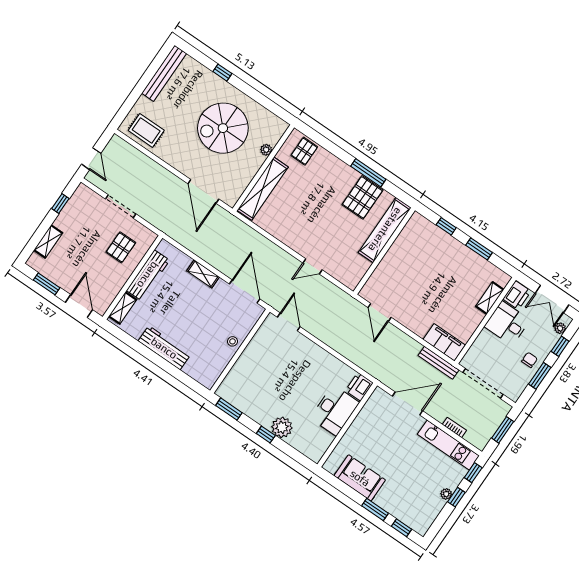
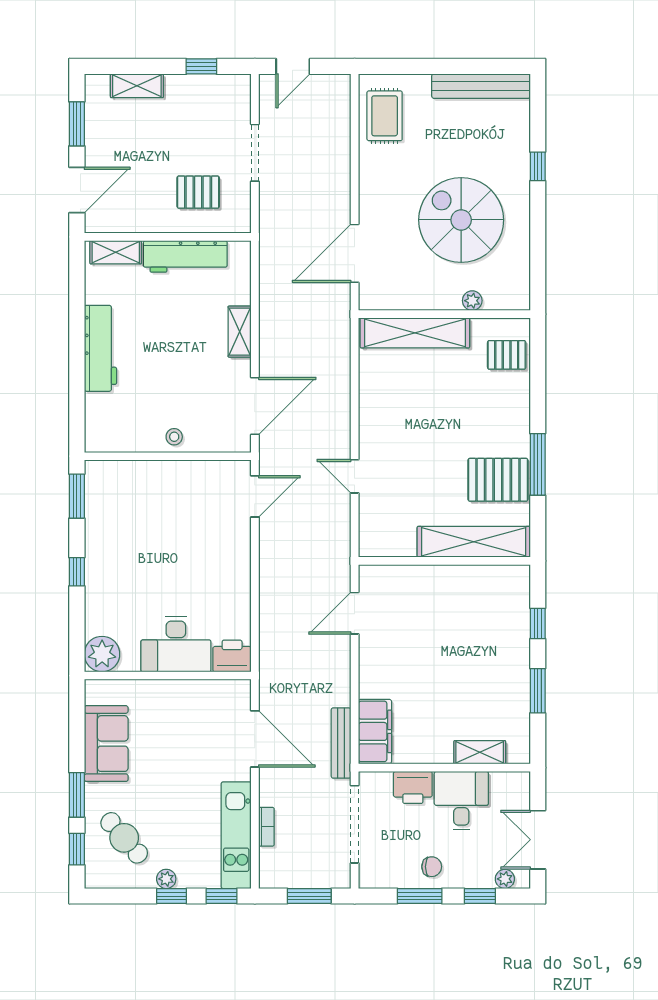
printer: (517, 295) -> (413, 787), moved
plant: (282, 427) -> (102, 654), moved
cafe table: (412, 501) -> (124, 838), added

